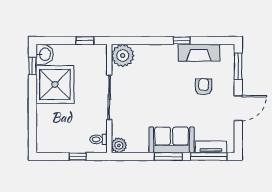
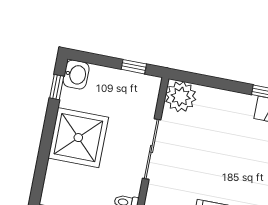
shower: (55, 84) -> (78, 138), moved

